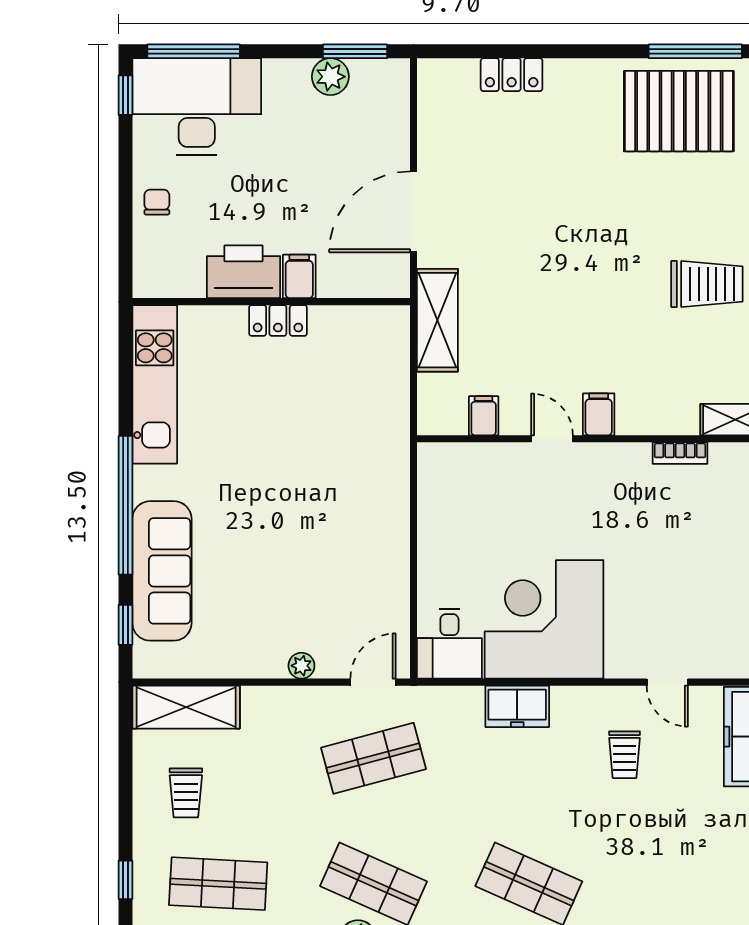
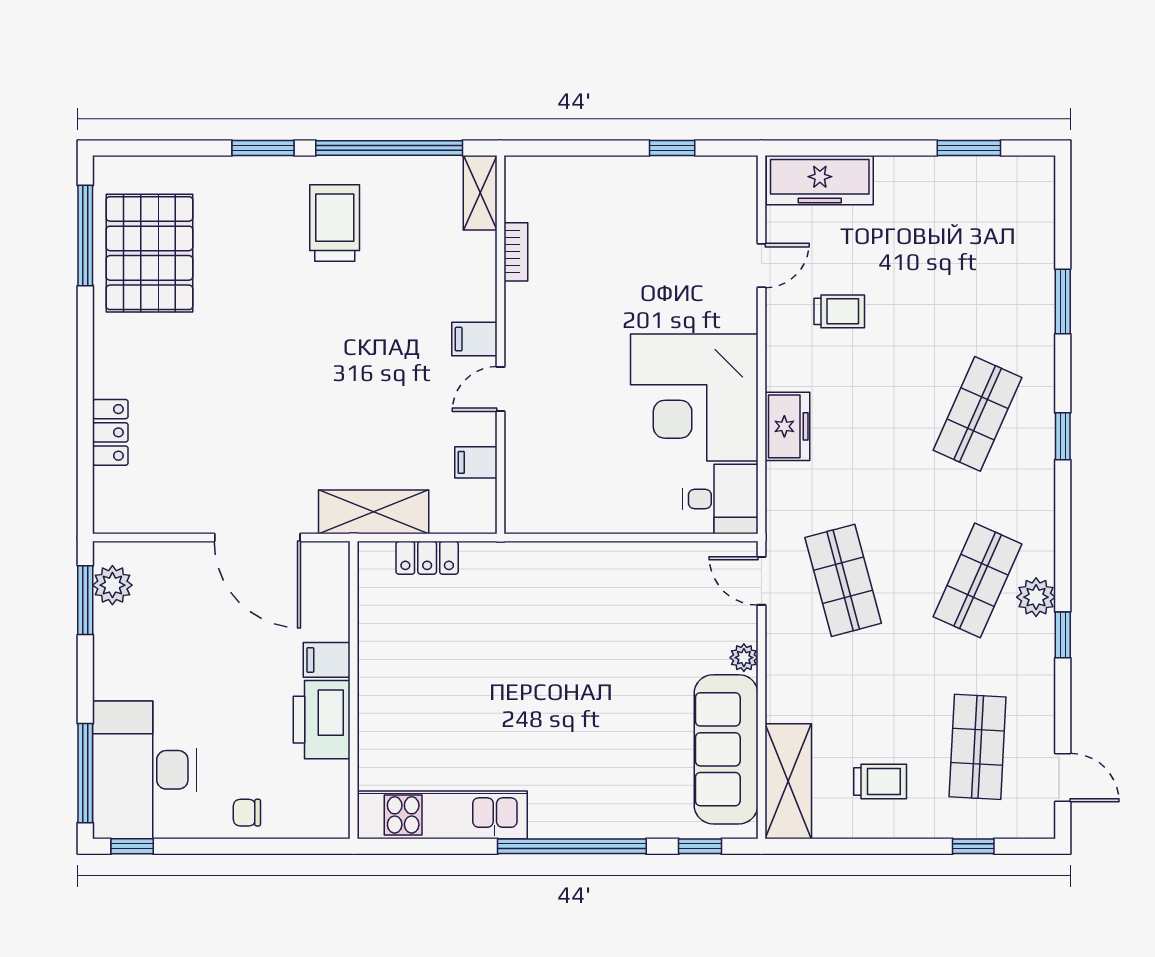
plant: (330, 77) -> (112, 585), moved
locker: (278, 320) -> (427, 558), moved, turned 90
sofa: (162, 571) -> (726, 749), moved, turned -90

